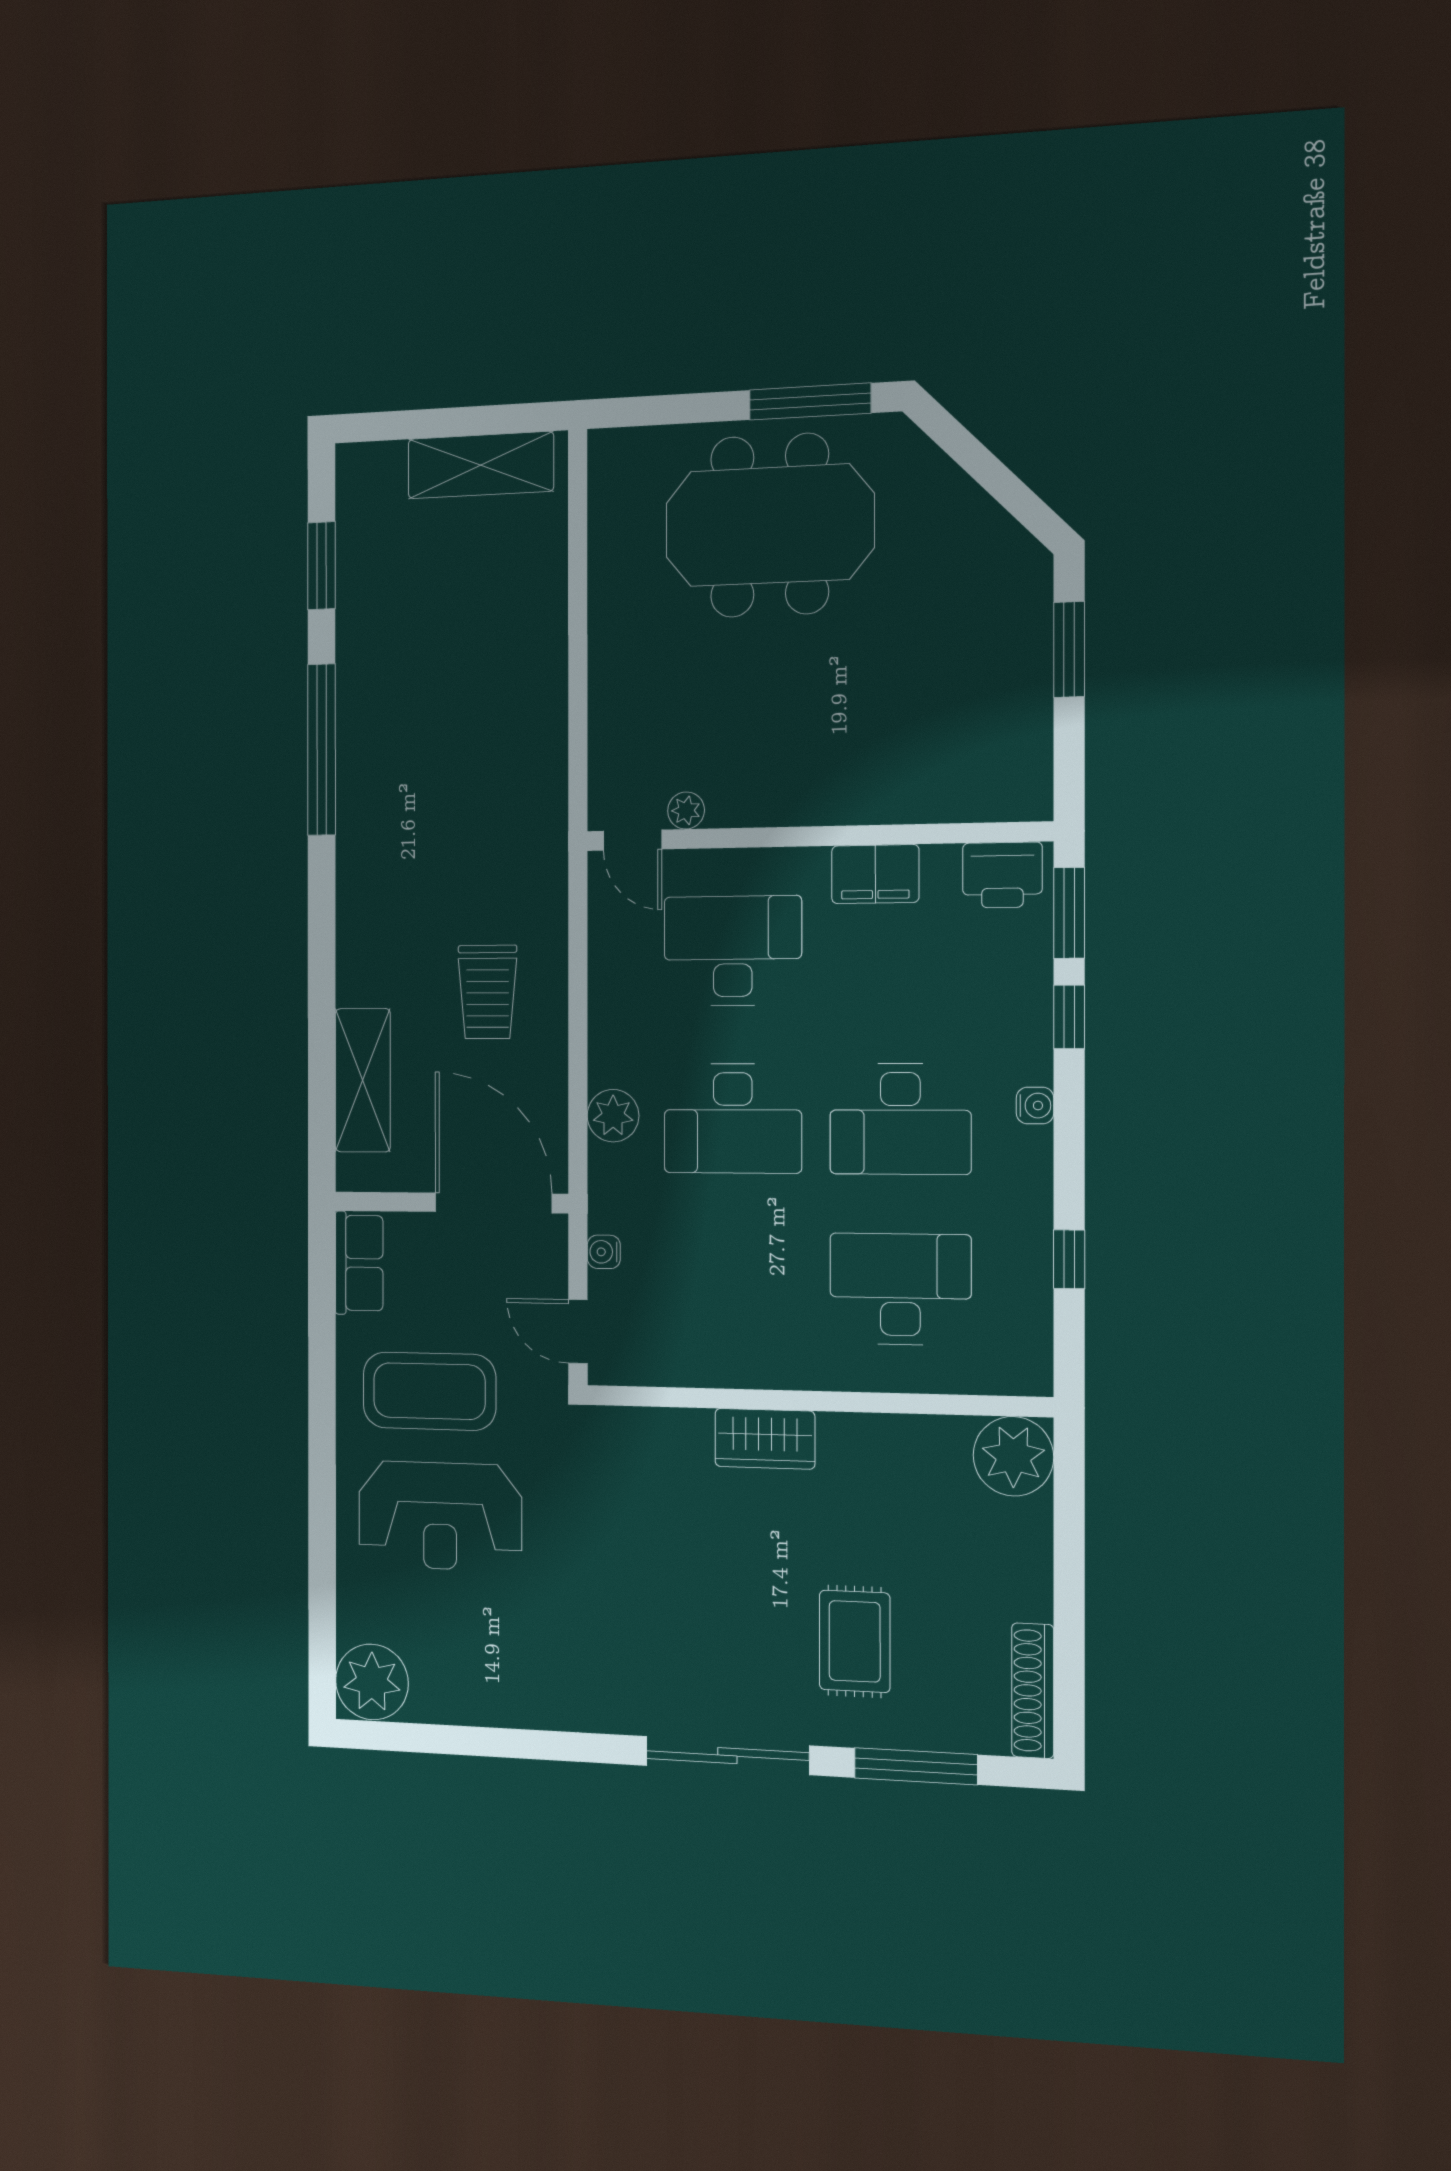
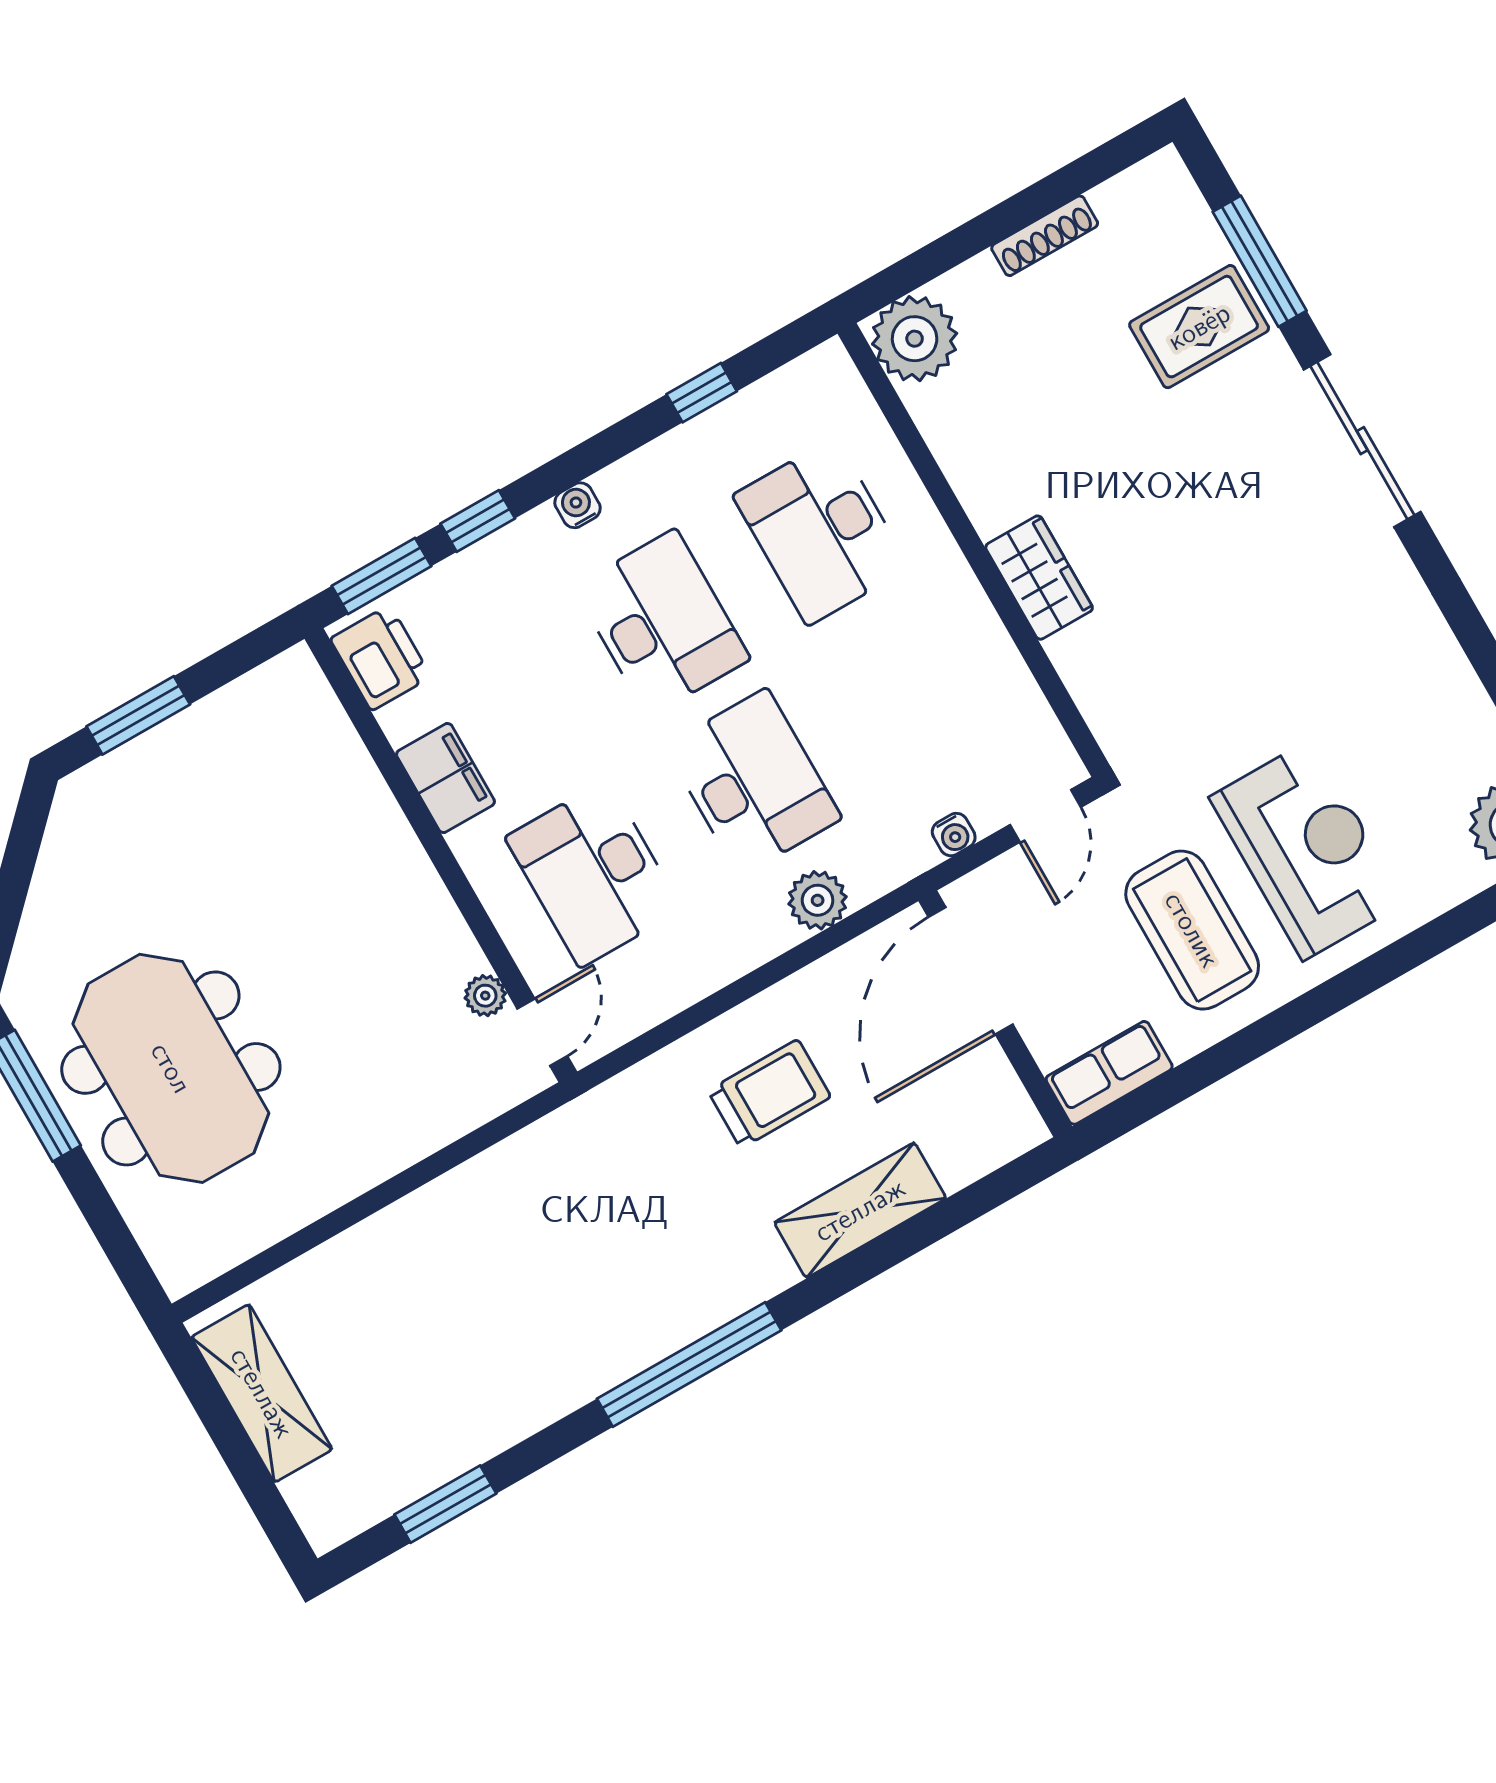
window: (322, 750) -> (689, 1365), moved
shelving: (363, 1080) -> (860, 1210), moved
rug: (855, 1641) -> (1199, 327), moved
shoe rack: (1033, 1691) -> (1045, 236), moved, width x0.74, depth x0.81

